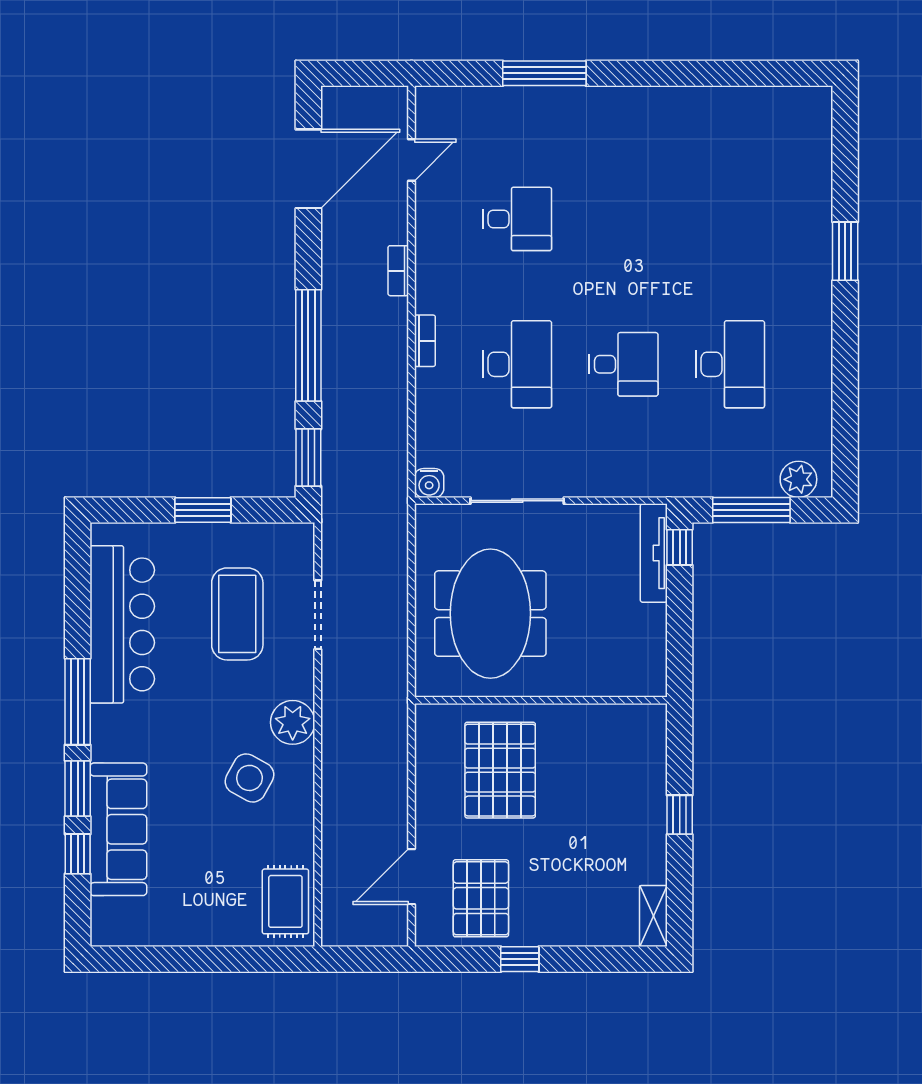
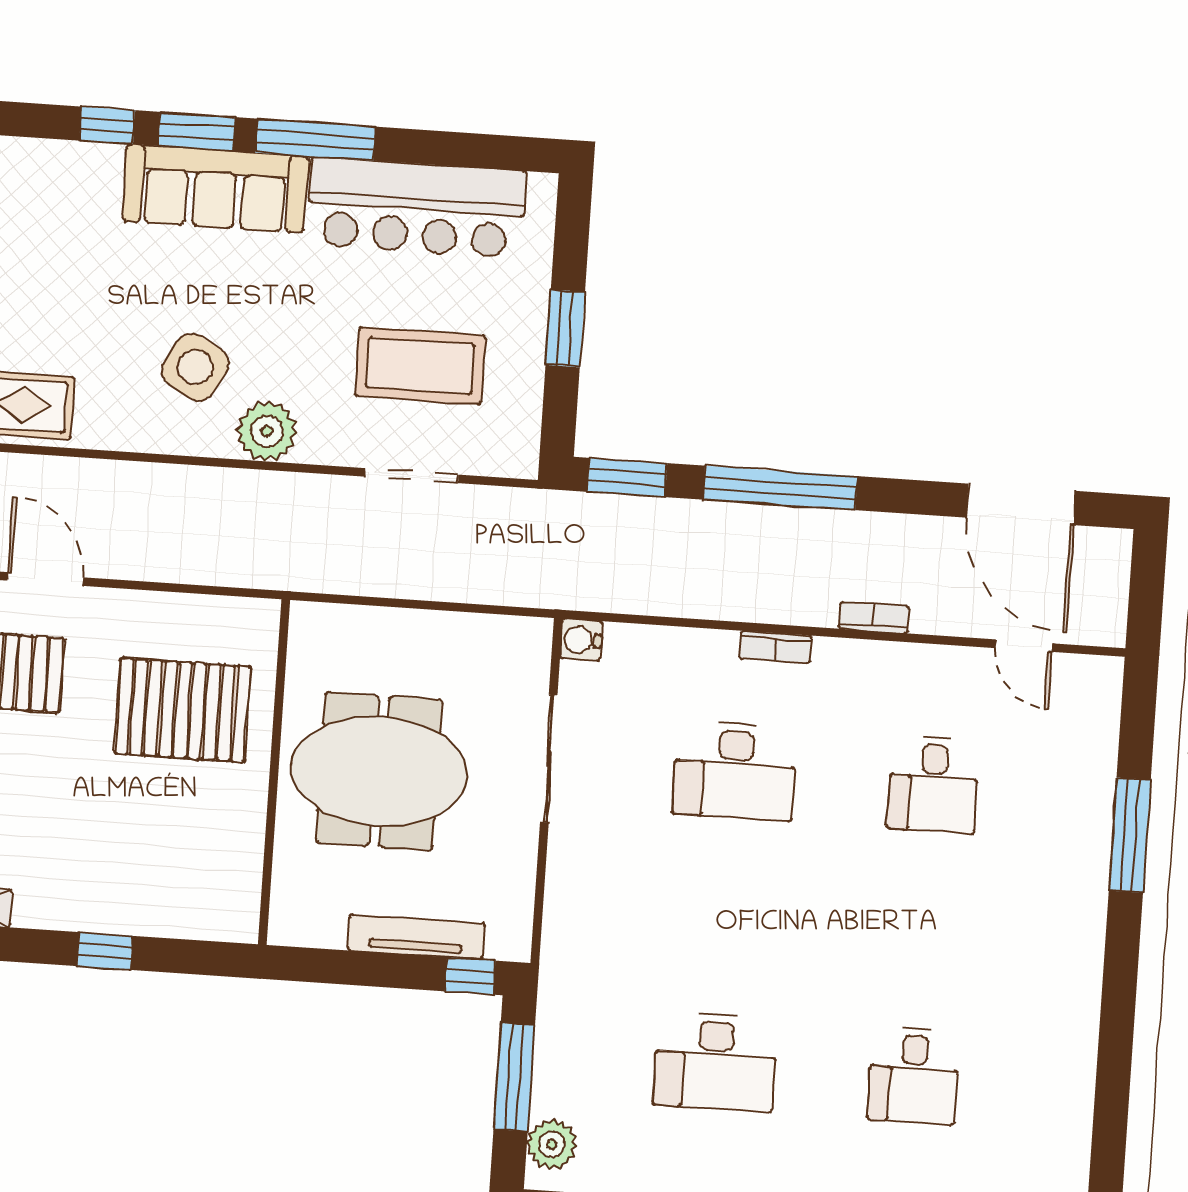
desk: (624, 364) -> (914, 1075), moved
tv unit: (654, 553) -> (416, 937), moved
meeting table: (490, 614) -> (379, 771), moved
sofa: (118, 829) -> (215, 189), moved

